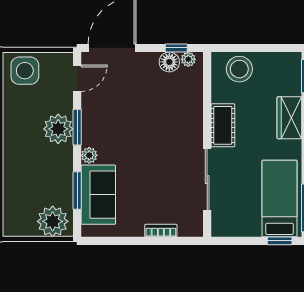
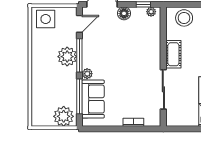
floor lamp: (169, 62) -> (124, 13), moved
window: (77, 127) -> (79, 55), width x1.44
window: (77, 191) -> (79, 96), width x1.44

